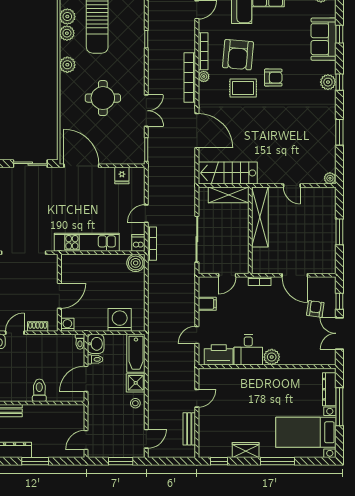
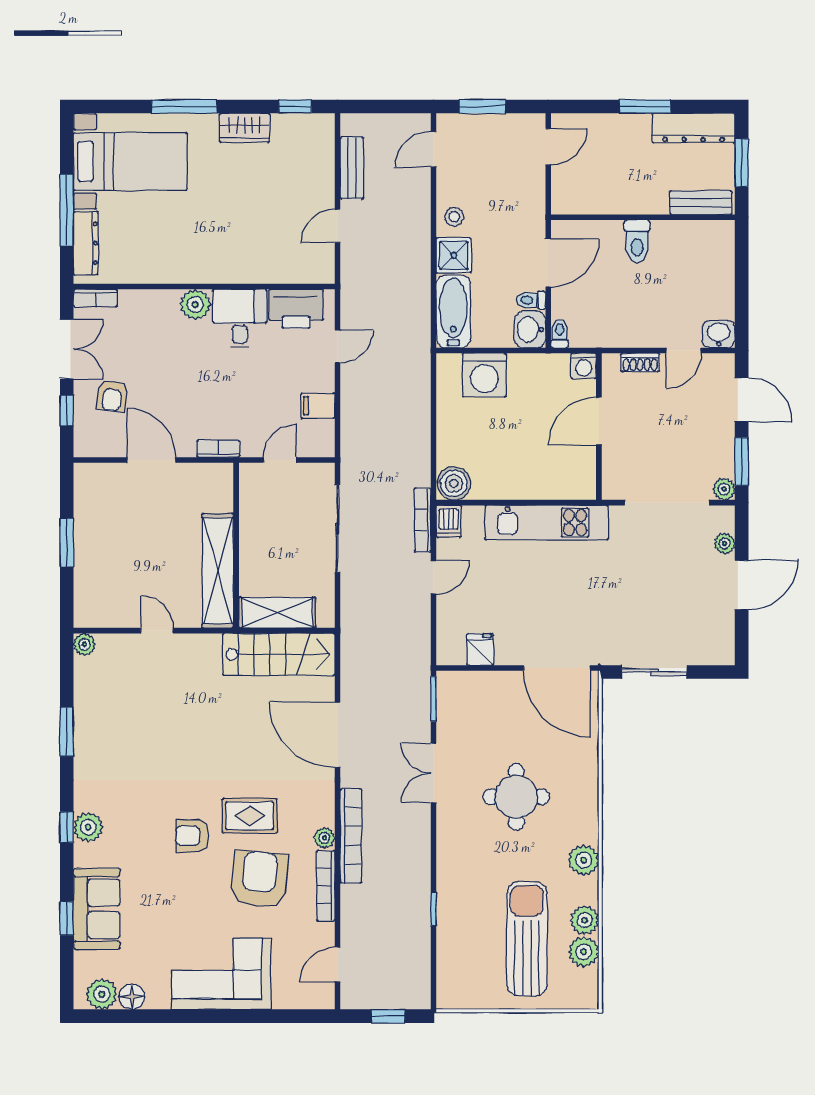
bookcase: (324, 360) -> (95, 298), added

